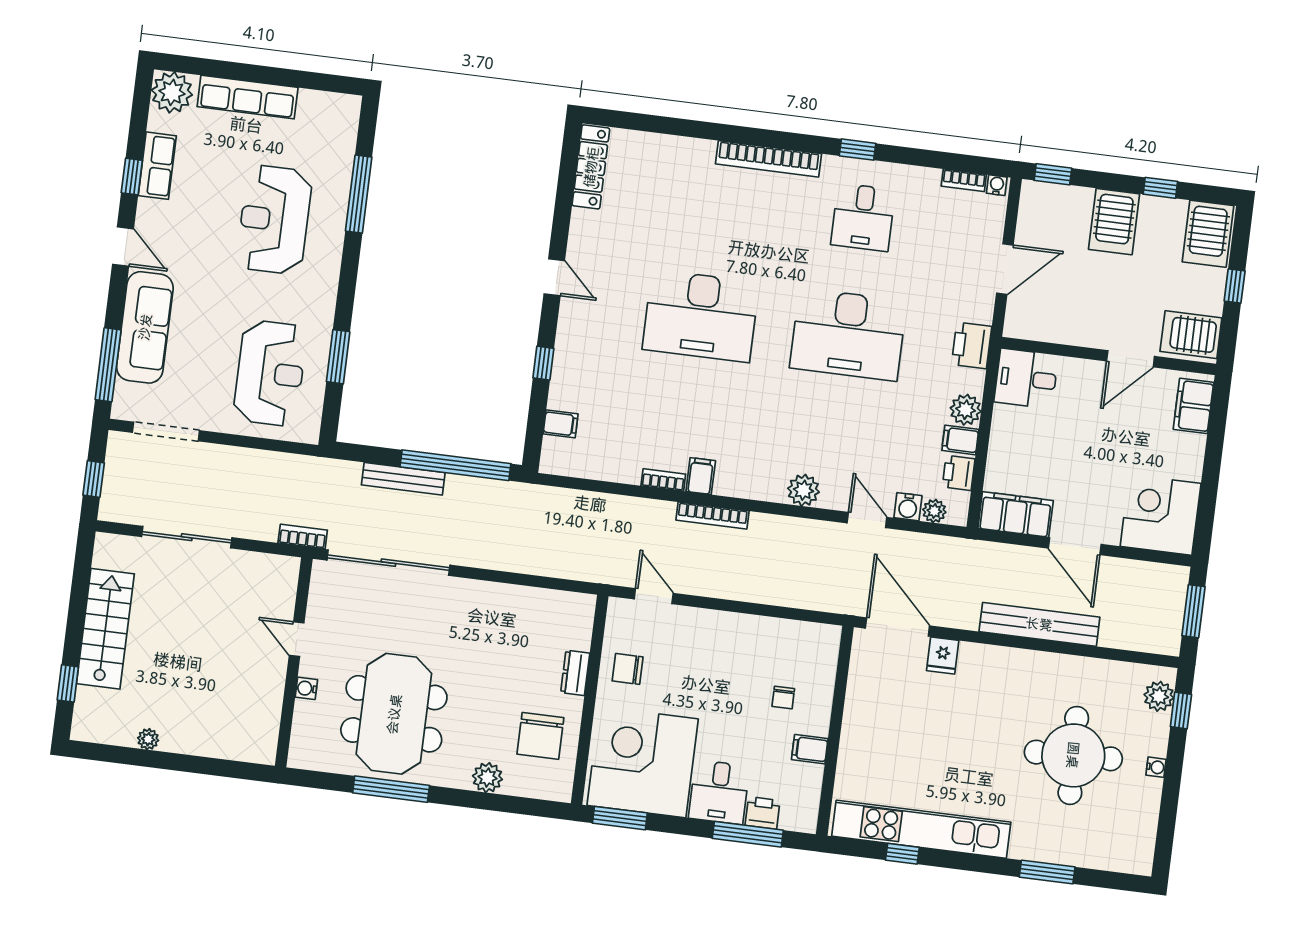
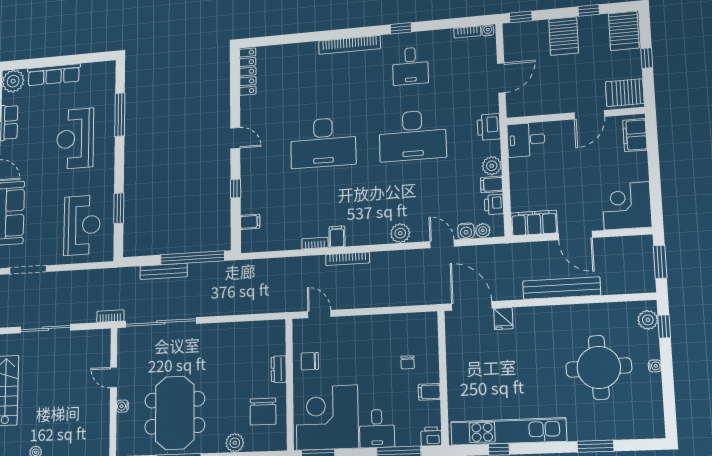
printer: (763, 813) -> (431, 436), moved

